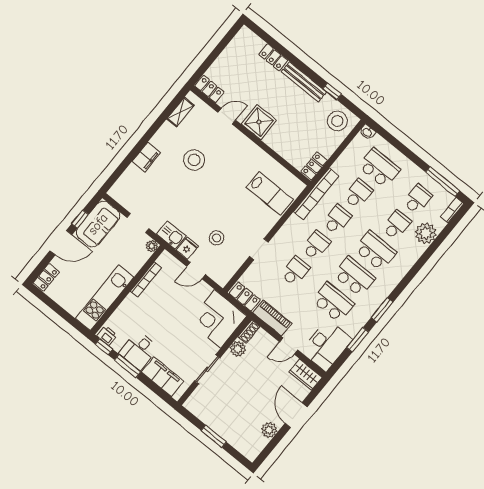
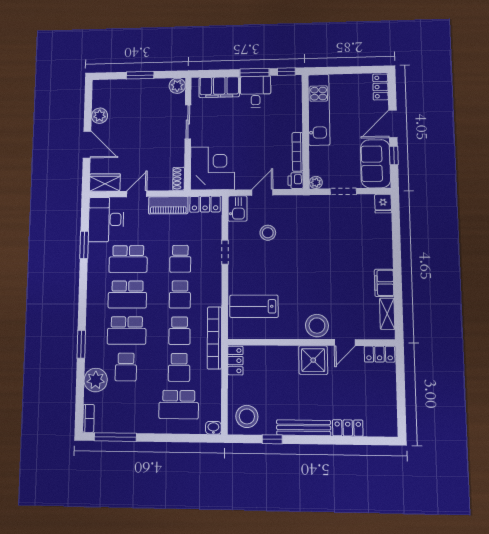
filing cabinet: (146, 157) -> (384, 283), moved
stool: (194, 160) -> (317, 326), moved
school desk: (418, 199) -> (125, 404), removed
kitchen sink: (171, 235) -> (237, 209), moved, turned -90
fridge: (187, 248) -> (383, 204), moved
window: (382, 310) -> (81, 344), moved
printer: (107, 335) -> (296, 181), moved, turned 90
plant: (238, 349) -> (177, 86), moved

